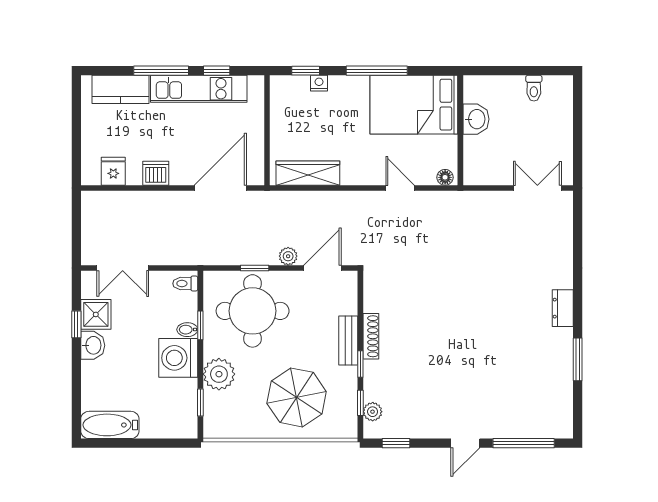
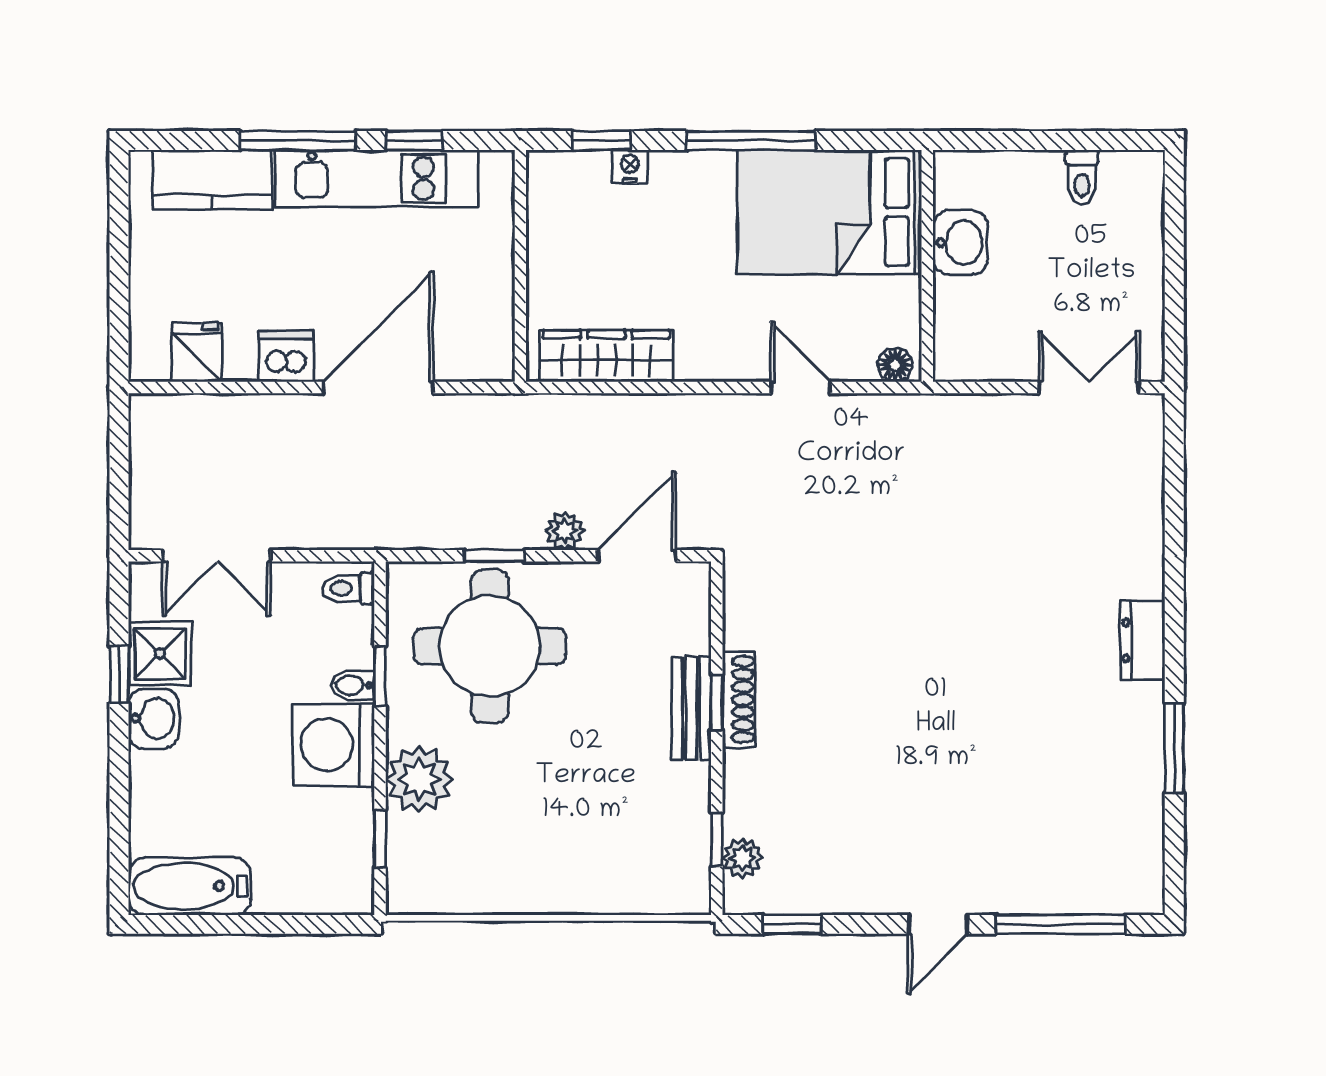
door: (220, 188) -> (378, 387), moved
window: (360, 364) -> (717, 703), moved
parasol: (297, 397) -> (583, 828), removed

